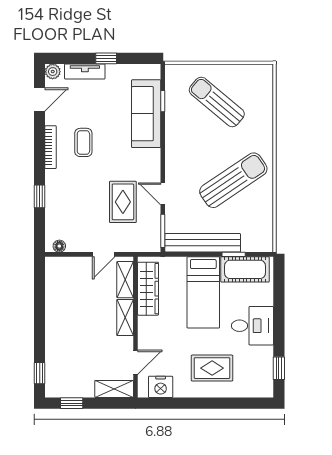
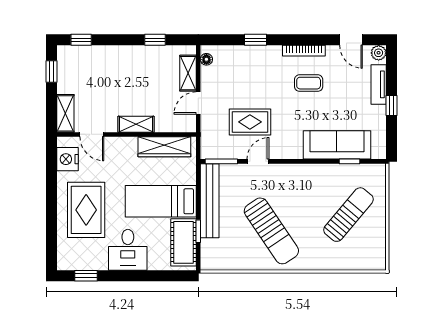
door: (104, 254) -> (198, 103), hinge flipped
shelving: (125, 280) -> (188, 73), moved, turned 90
window: (40, 298) -> (155, 40), added
rug: (212, 368) -> (86, 210), width x1.36, depth x1.43

